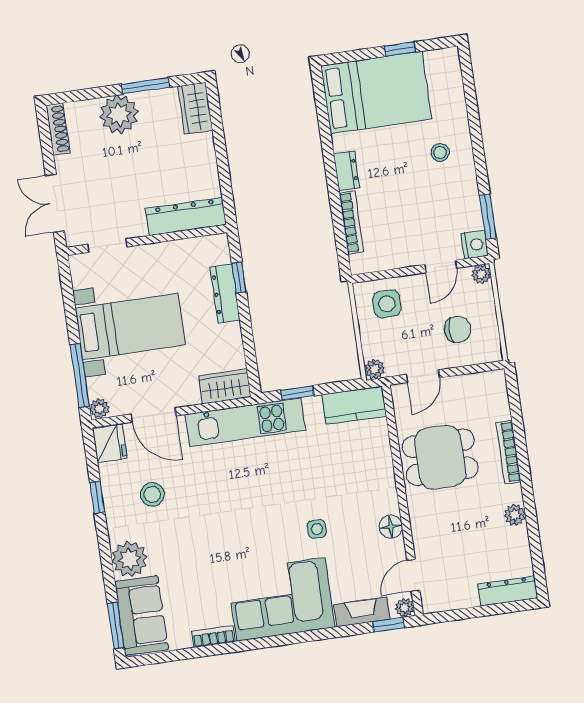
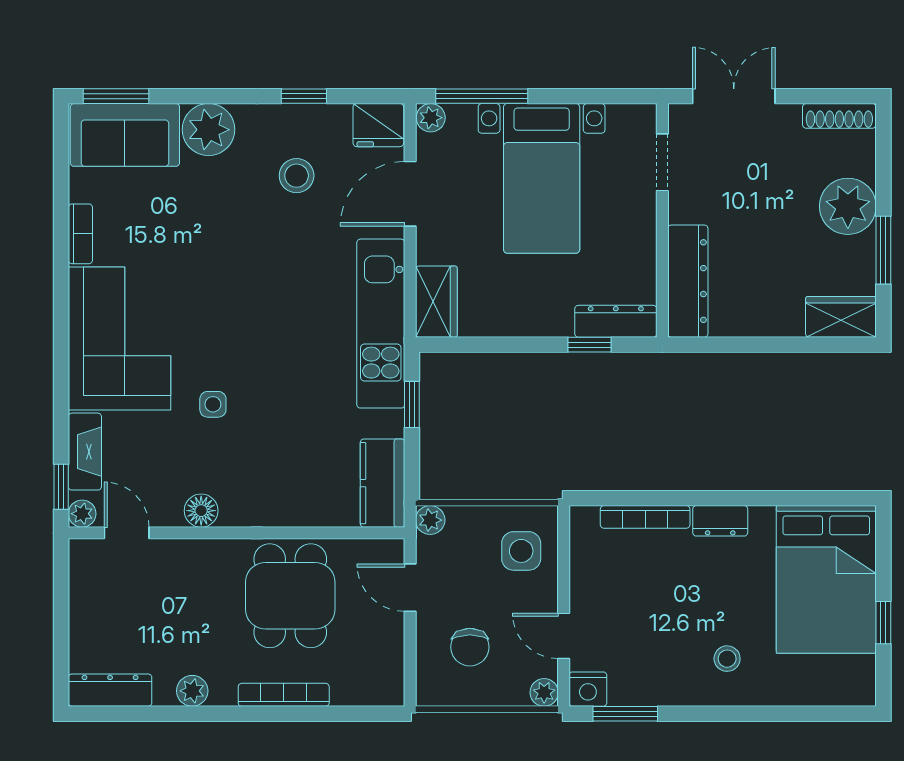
dresser: (225, 293) -> (616, 321), moved
dresser: (508, 591) -> (110, 690), moved, turned -90

